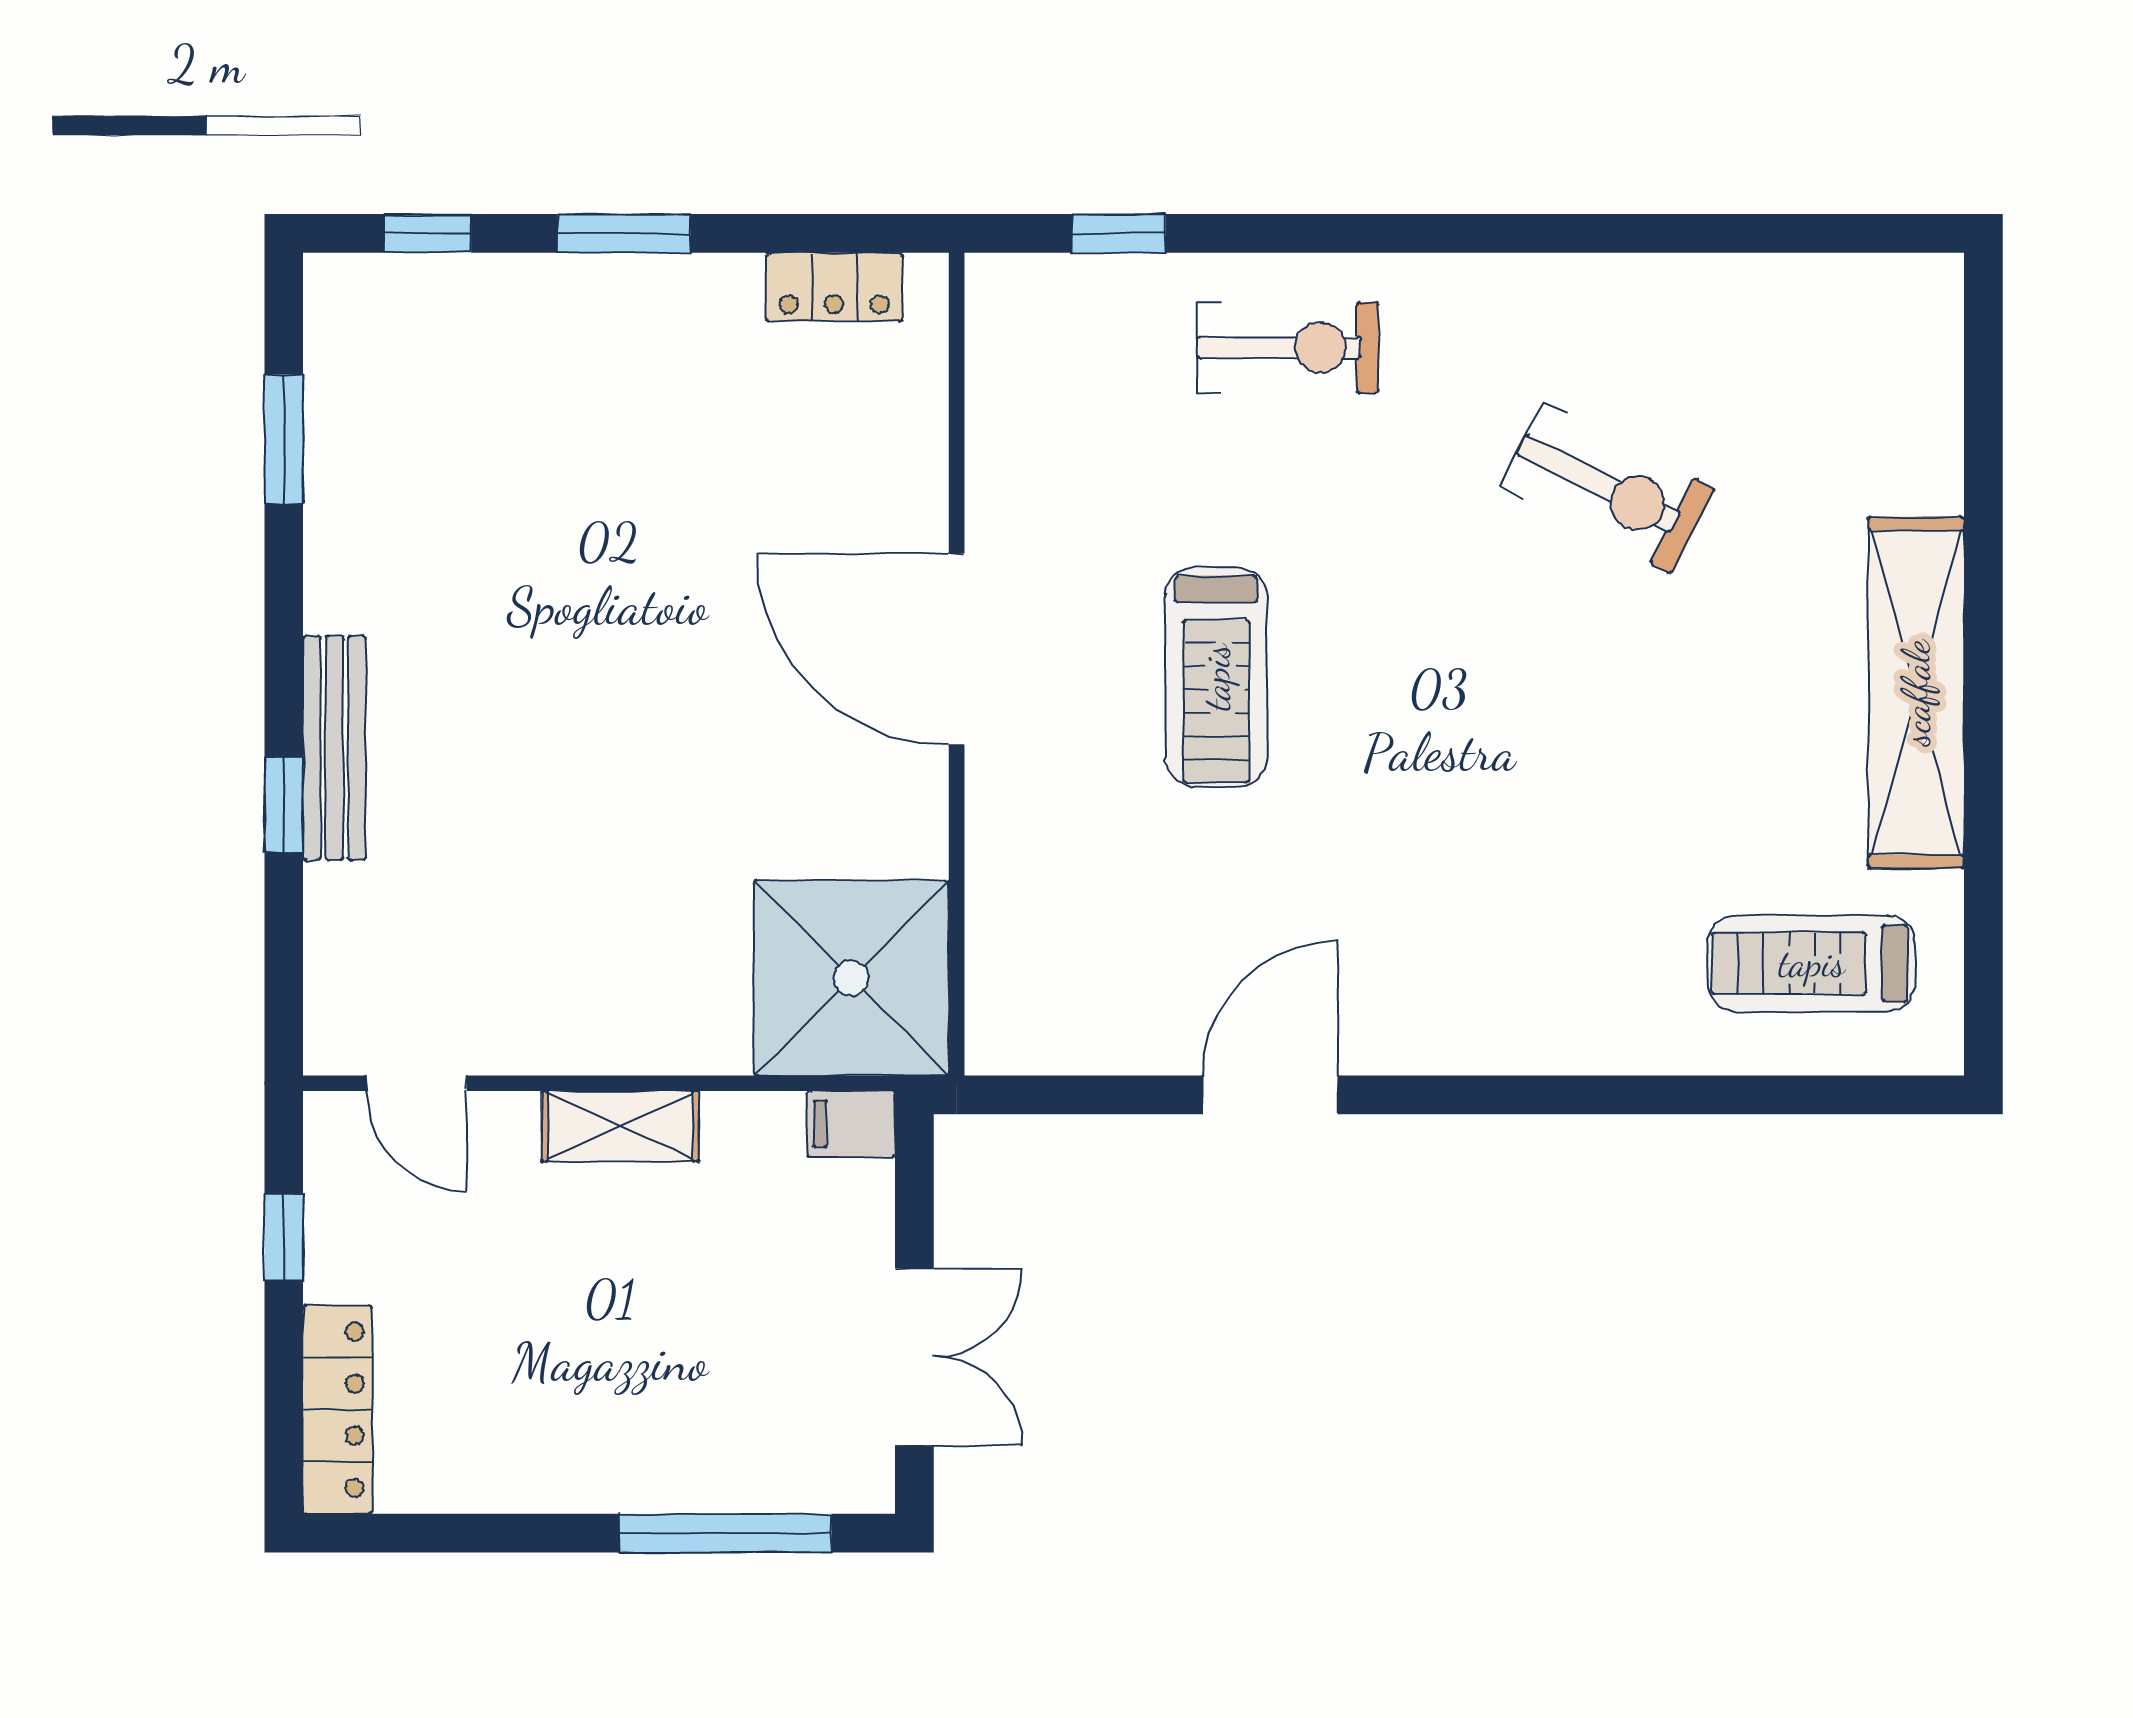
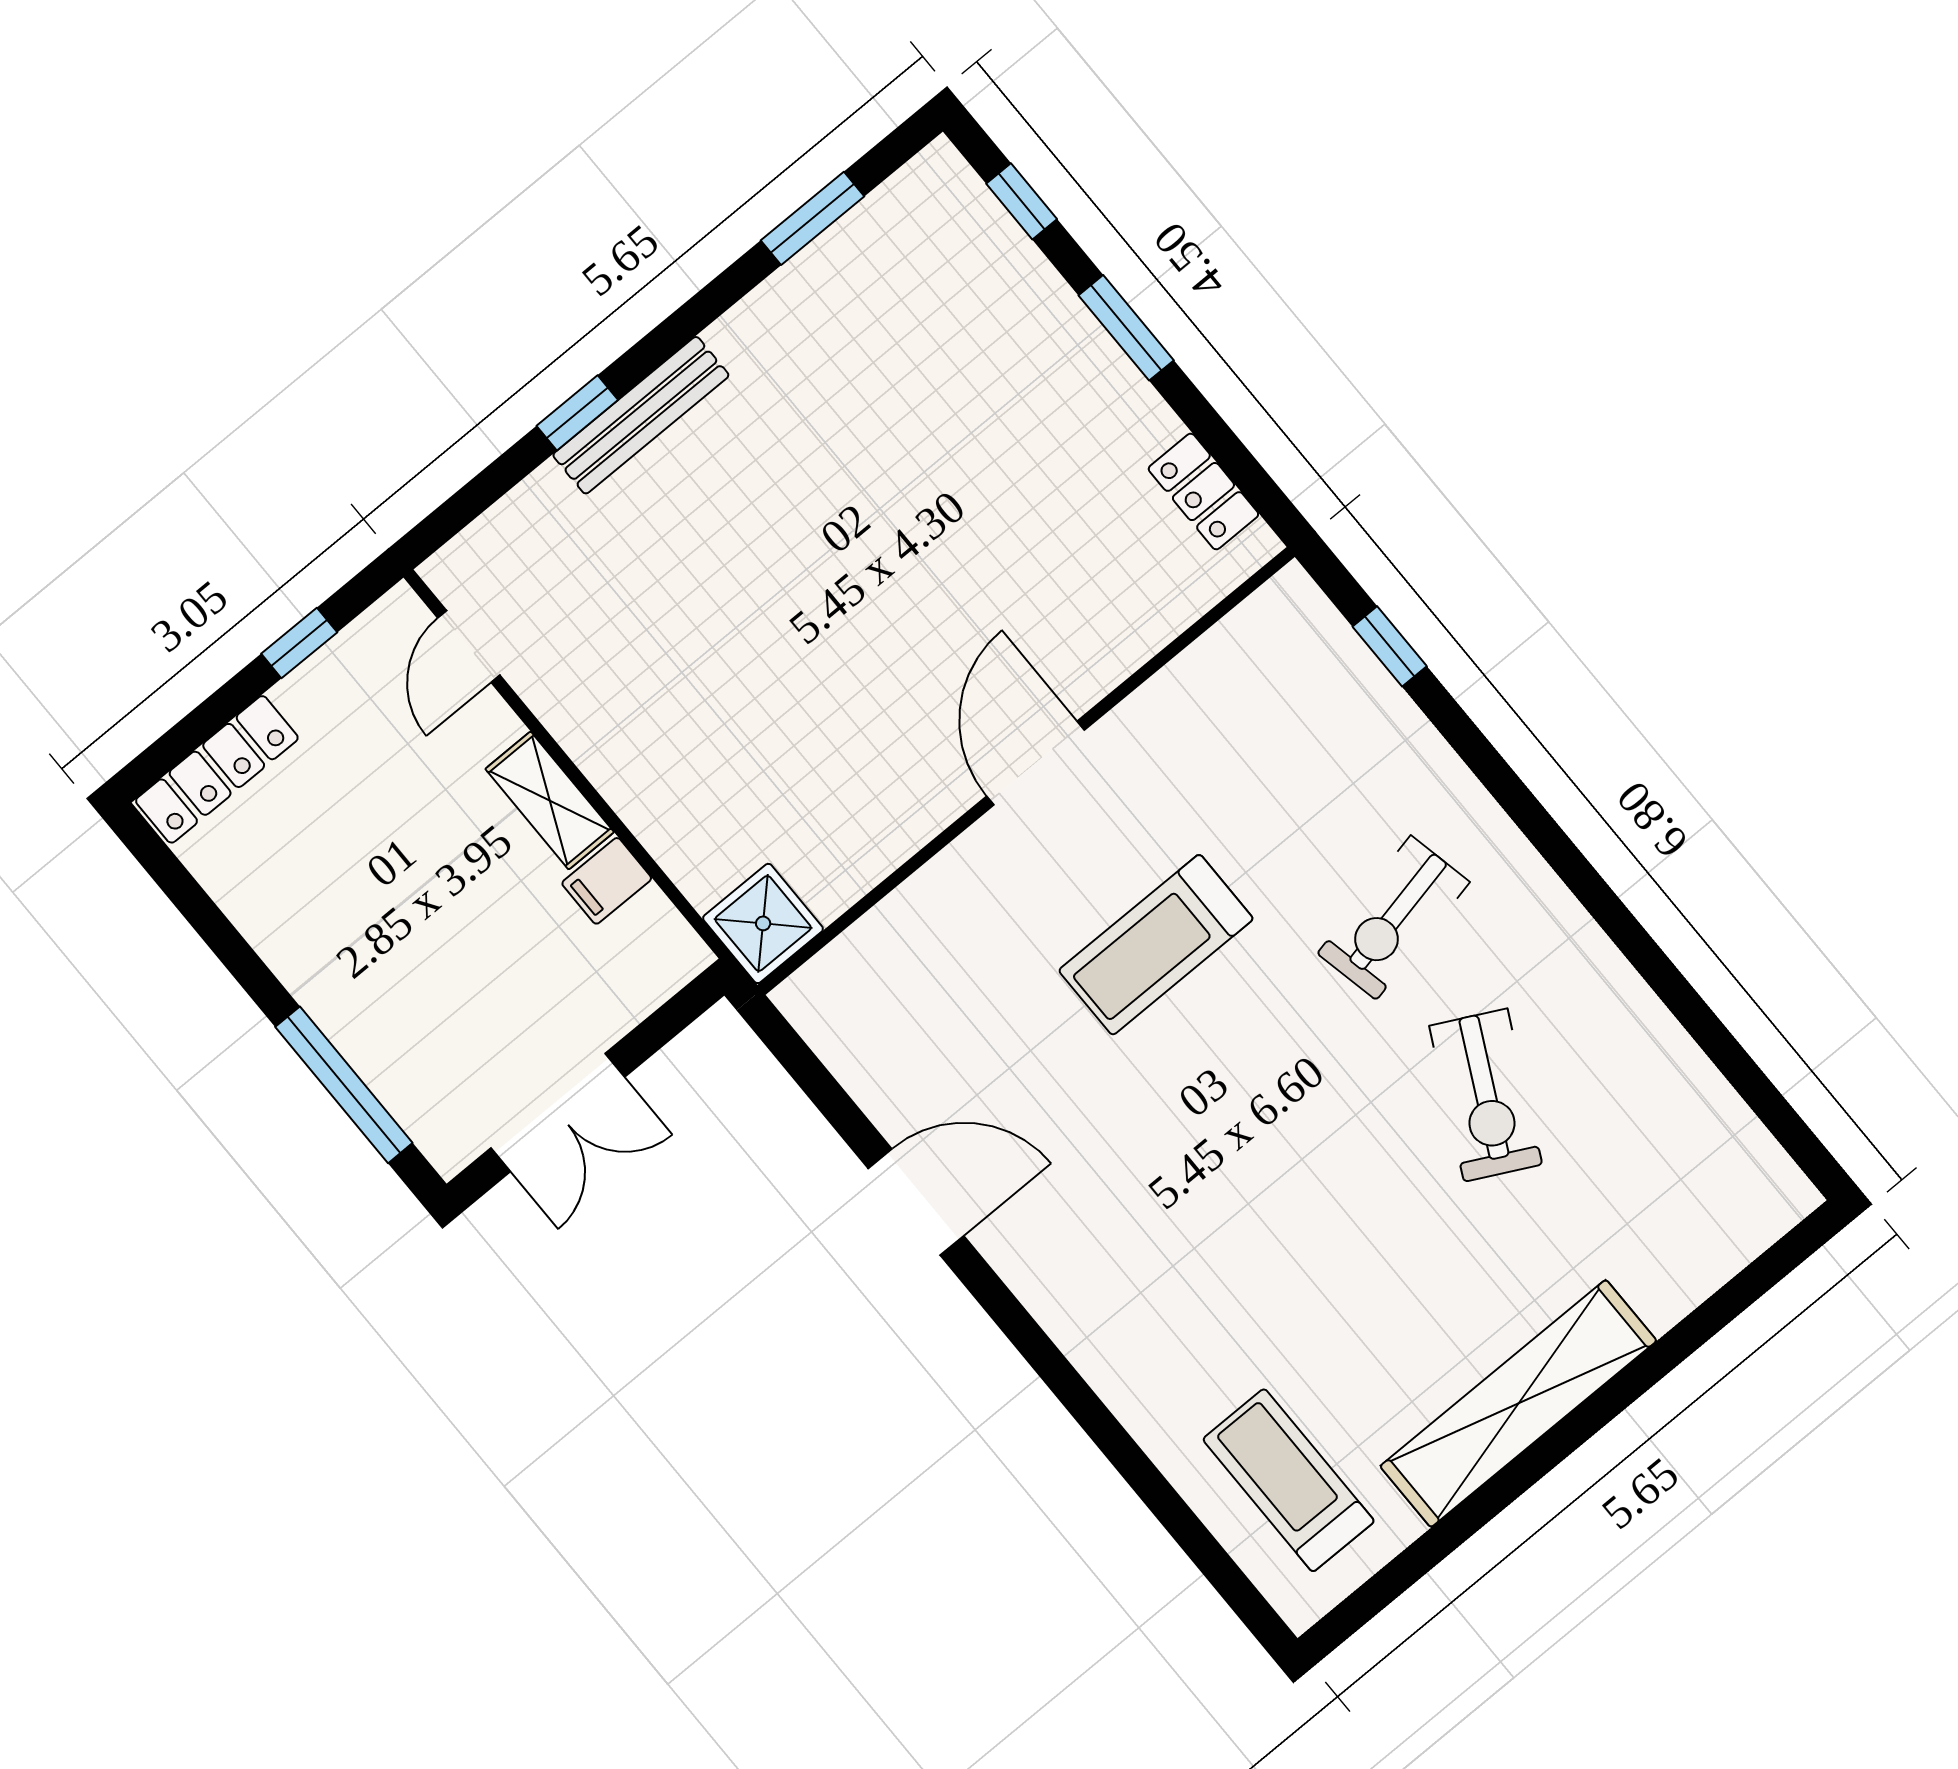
exercise bike: (1288, 348) -> (1393, 918), moved, turned 78
door: (957, 649) -> (1036, 763), width x0.73
shower: (851, 978) -> (763, 923), width x0.54, depth x0.54
filing cabinet: (851, 1124) -> (607, 881), moved, turned -90

